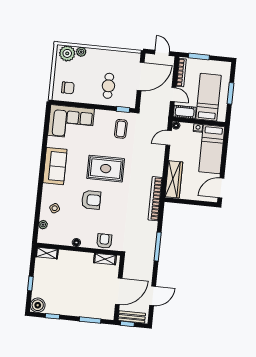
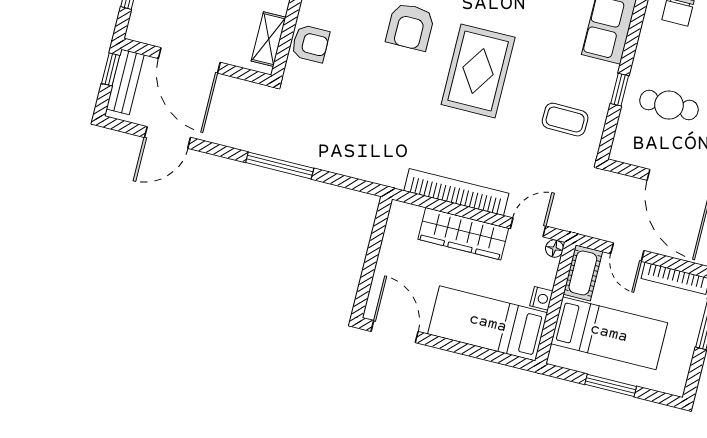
door: (173, 94) -> (627, 252), hinge flipped
window: (123, 109) -> (620, 90), moved
door: (169, 138) -> (528, 227), hinge flipped
wardrobe: (174, 179) -> (463, 234), moved
bookcase: (155, 199) -> (456, 192), moved
door: (153, 296) -> (167, 137), hinge flipped

